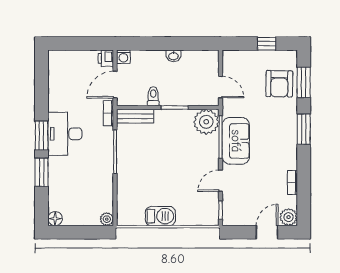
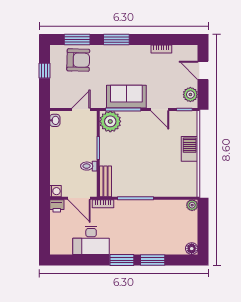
washbasin: (173, 56) -> (55, 120), moved
desk: (65, 134) -> (91, 240), moved
barbecue: (160, 216) -> (190, 149), moved
plant: (289, 217) -> (190, 95), moved

